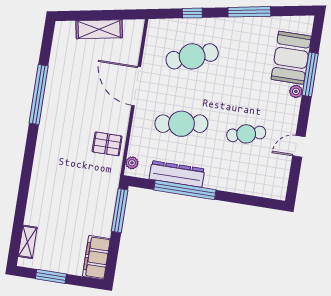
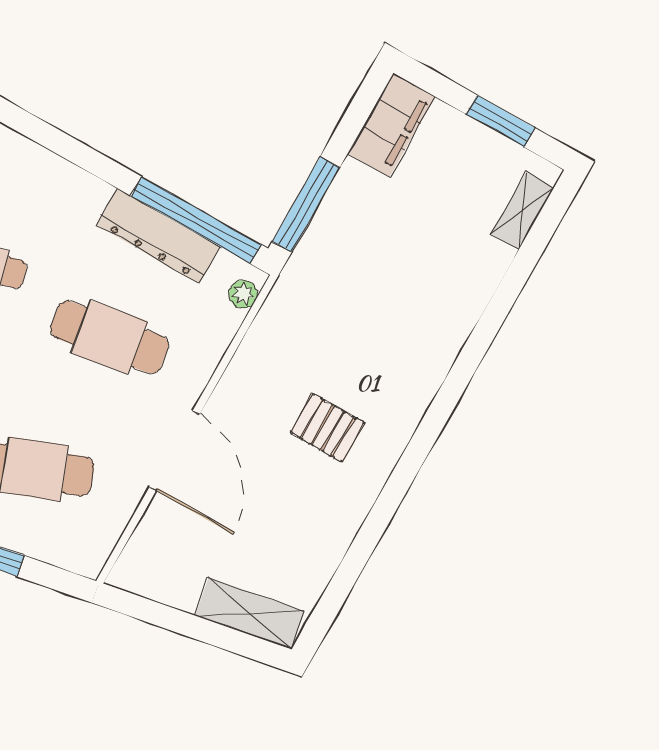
shelving: (99, 29) -> (250, 613), moved
window: (39, 95) -> (384, 509), removed
pallet: (107, 144) -> (327, 428), moved
window: (185, 190) -> (196, 220), moved

